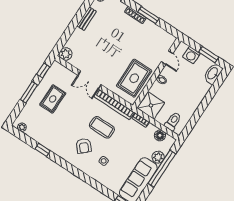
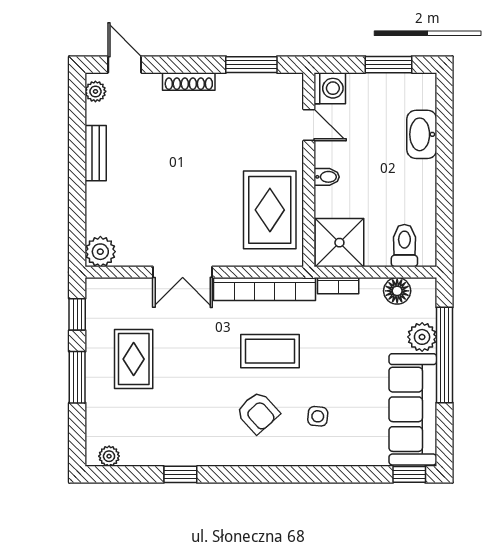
window: (148, 15) -> (251, 65), moved
washing machine: (191, 55) -> (330, 88), moved, turned -90
washbasin: (213, 73) -> (422, 134), moved

